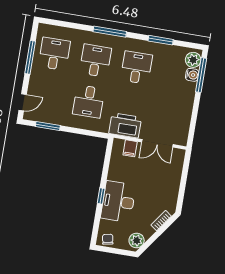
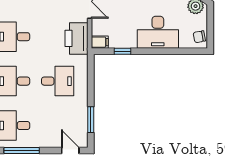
filing cabinet: (130, 148) -> (100, 42), moved
window: (101, 196) -> (123, 51), moved

